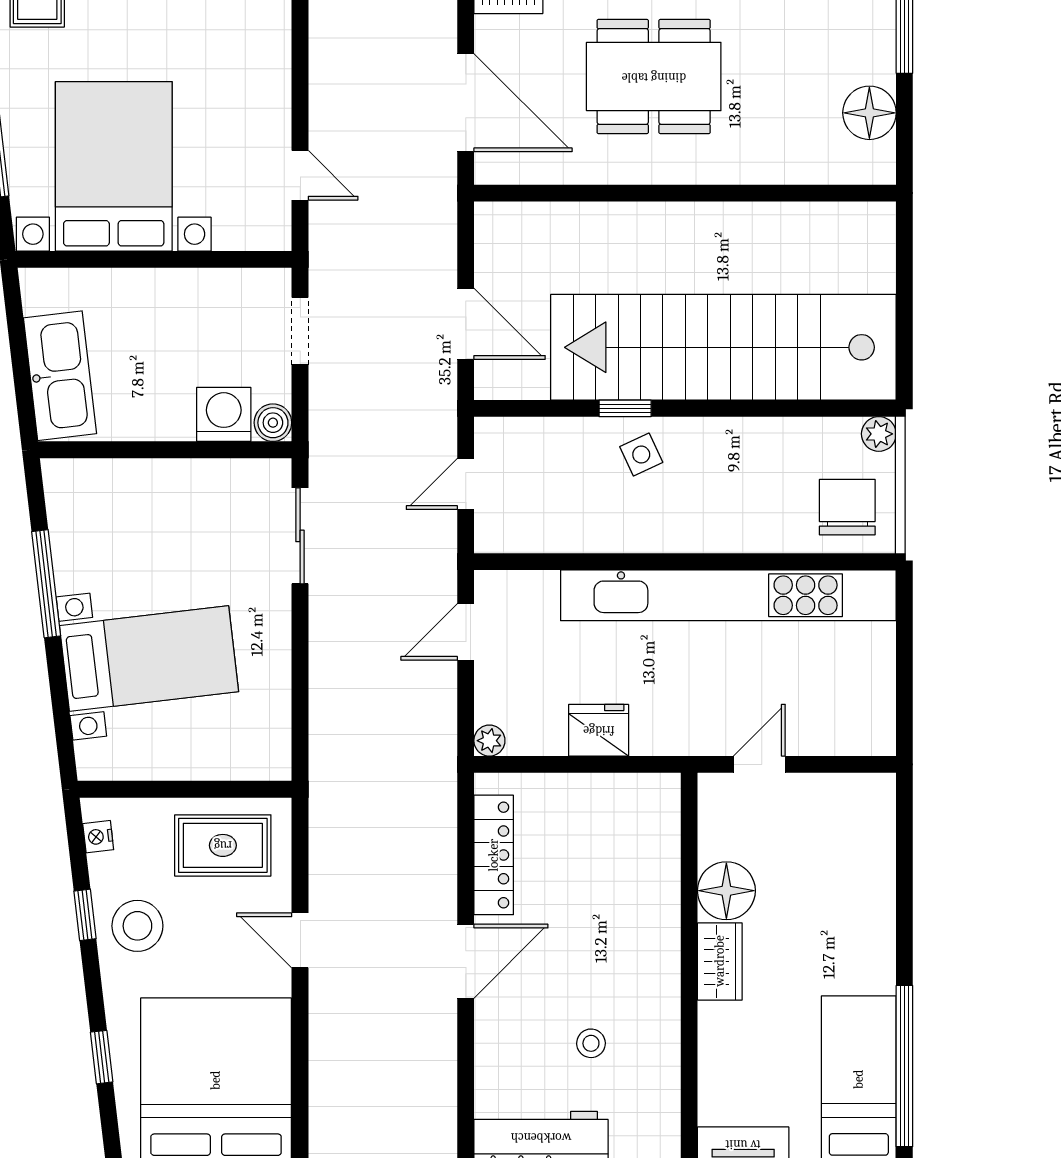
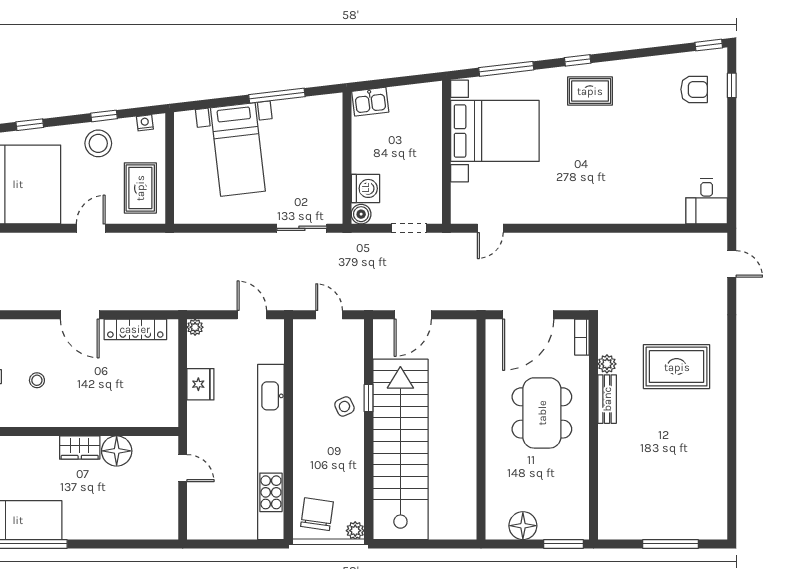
kitchen sink: (60, 376) -> (370, 102), width x0.53, depth x0.81
chair: (847, 507) -> (317, 514), turned -82

